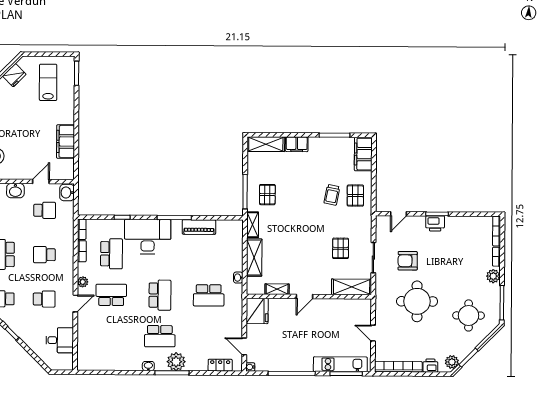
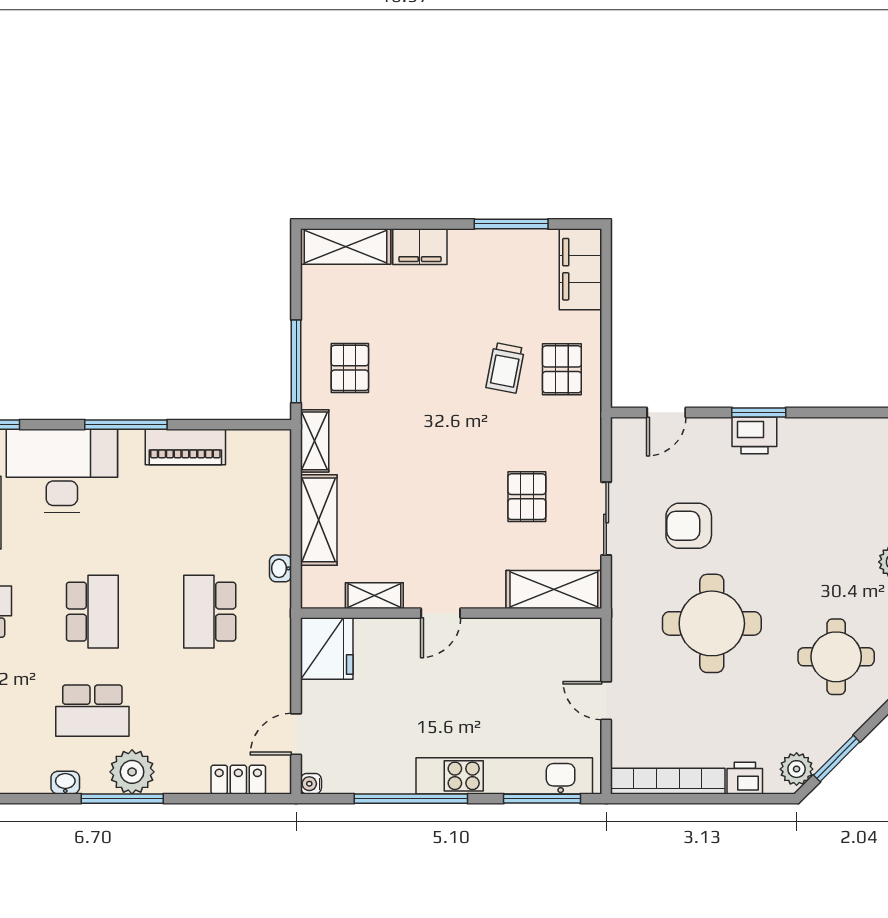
school desk: (209, 295) -> (210, 612), turned 90
door: (244, 346) -> (296, 734), hinge flipped
kitchen unit: (340, 364) -> (504, 776), width x1.36

